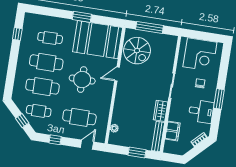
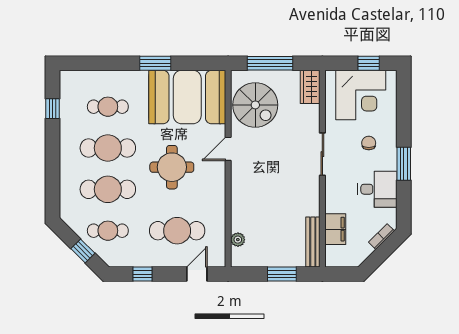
window: (208, 37) -> (369, 63), added
wardrobe: (161, 111) -> (310, 87), moved

